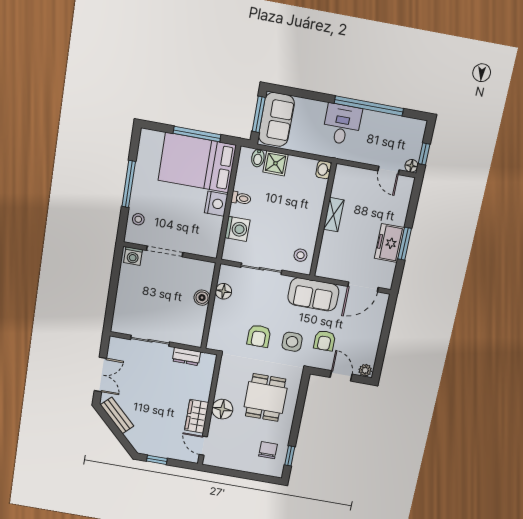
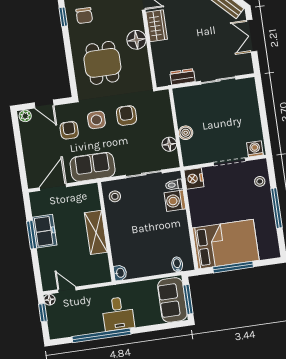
shower: (276, 163) -> (161, 265), removed
toilet: (241, 198) -> (174, 185), moved
nightstand: (216, 204) -> (194, 178), moved
shelving: (334, 215) -> (96, 232), width x1.50, depth x1.33

